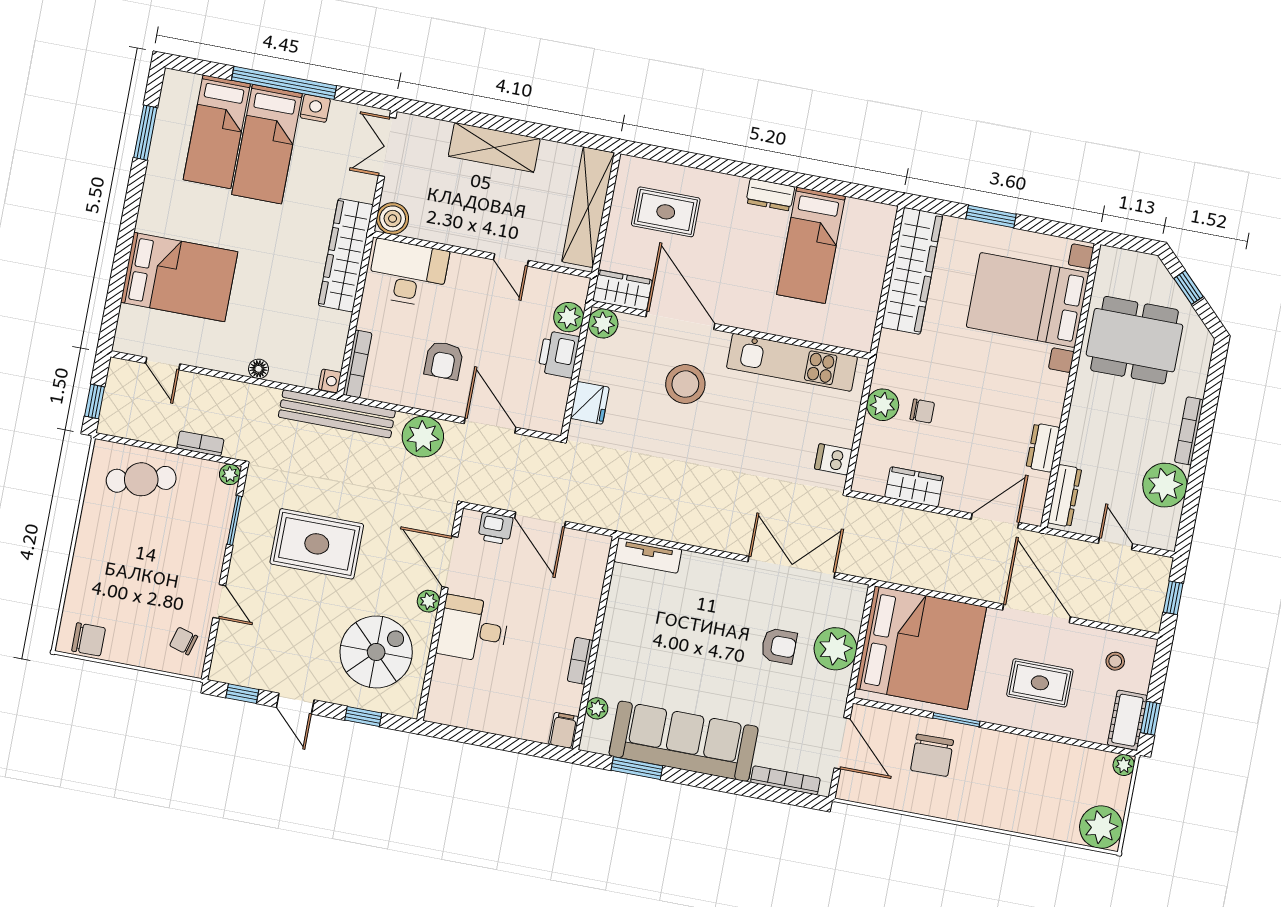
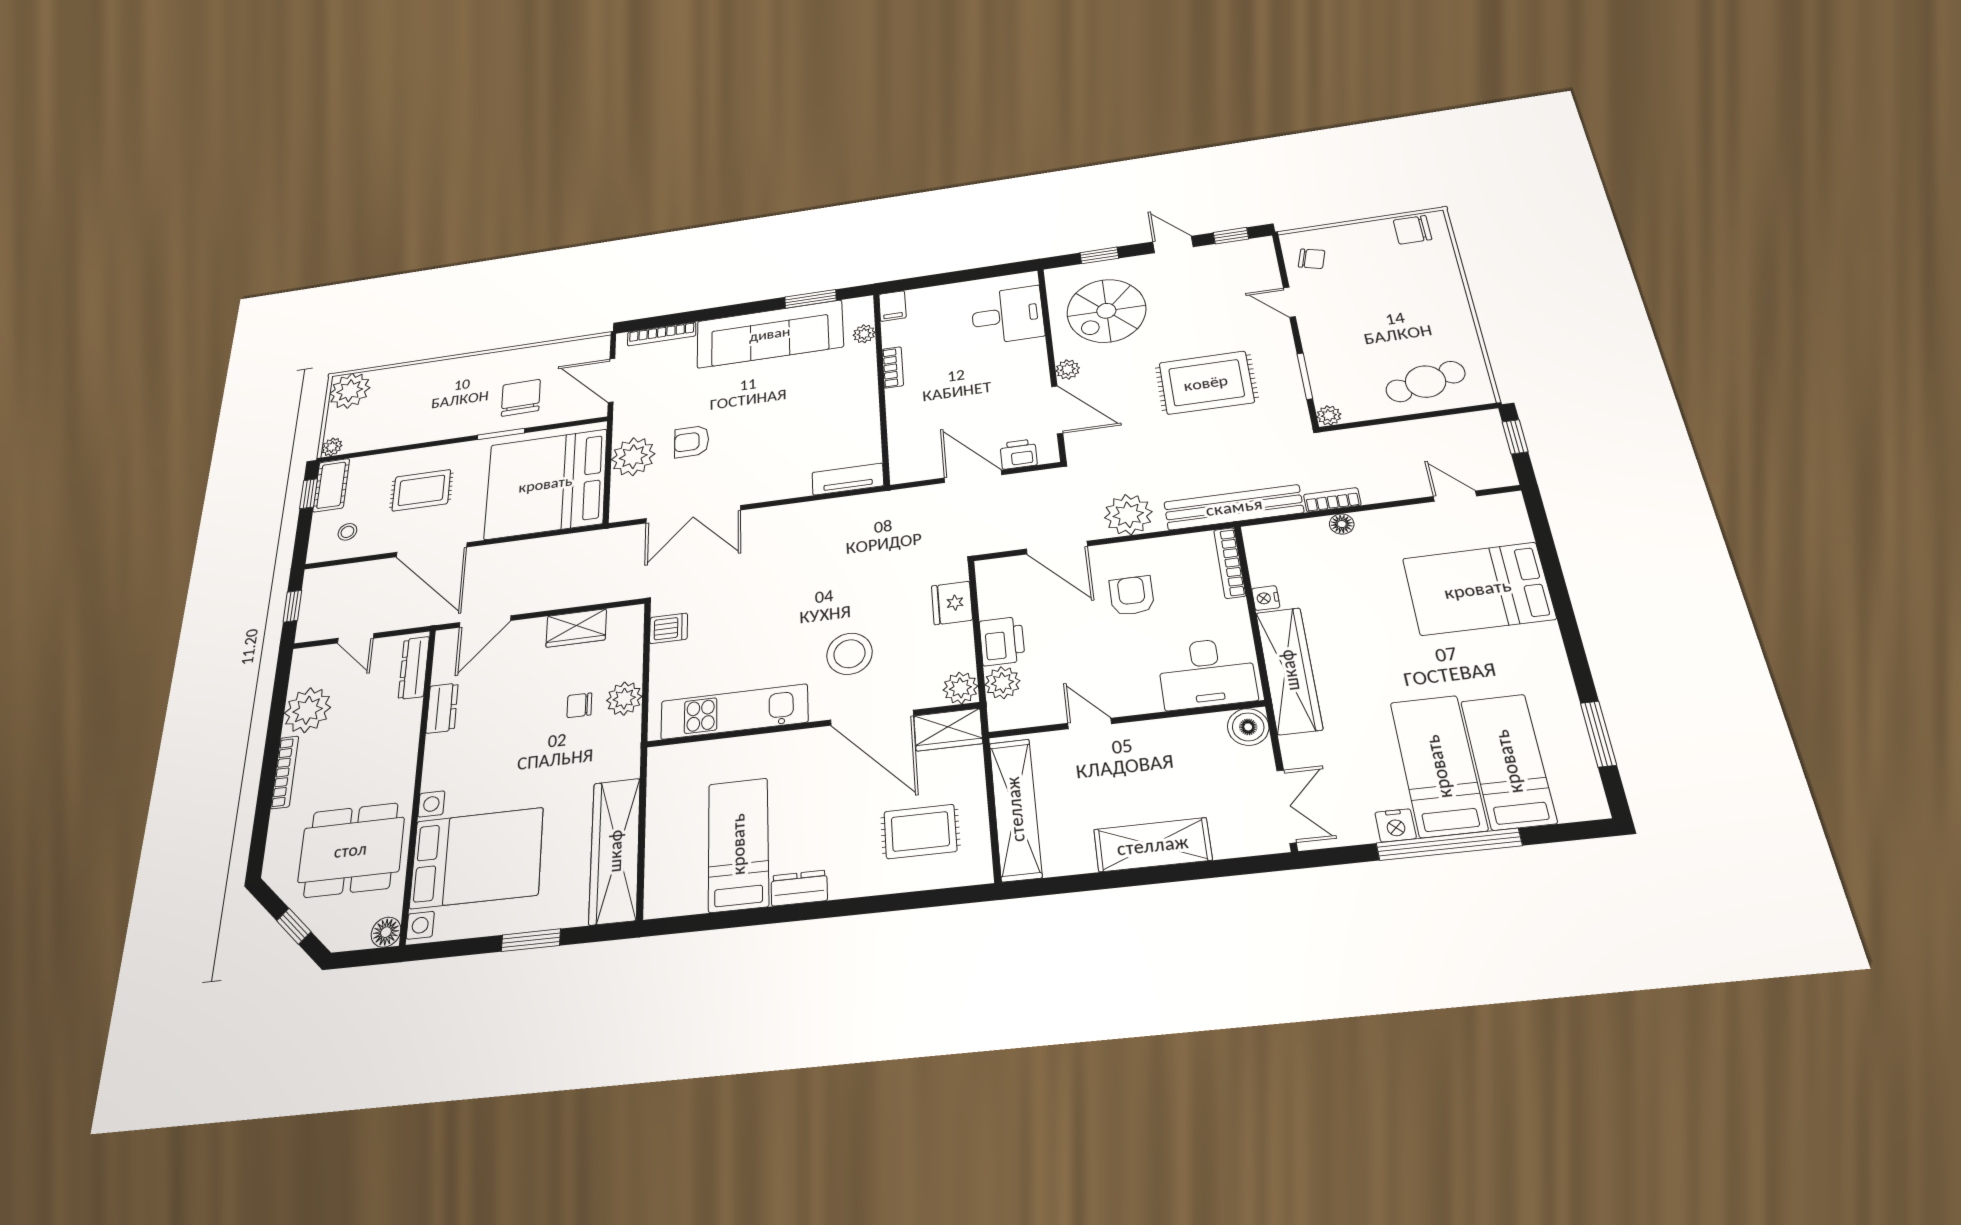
floor lamp: (1110, 259) -> (386, 932), added
nightstand: (330, 381) -> (1266, 598), moved
bookcase: (200, 444) -> (1332, 500), moved, turned 180
desk: (473, 629) -> (1008, 315), moved

